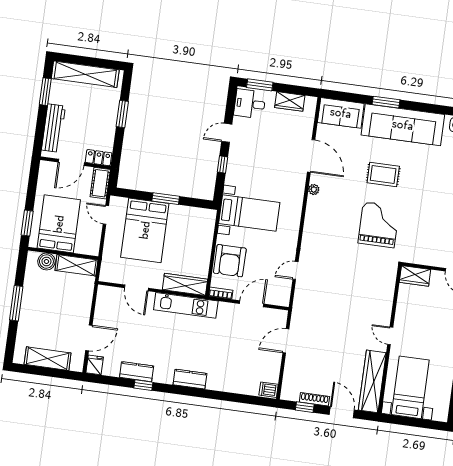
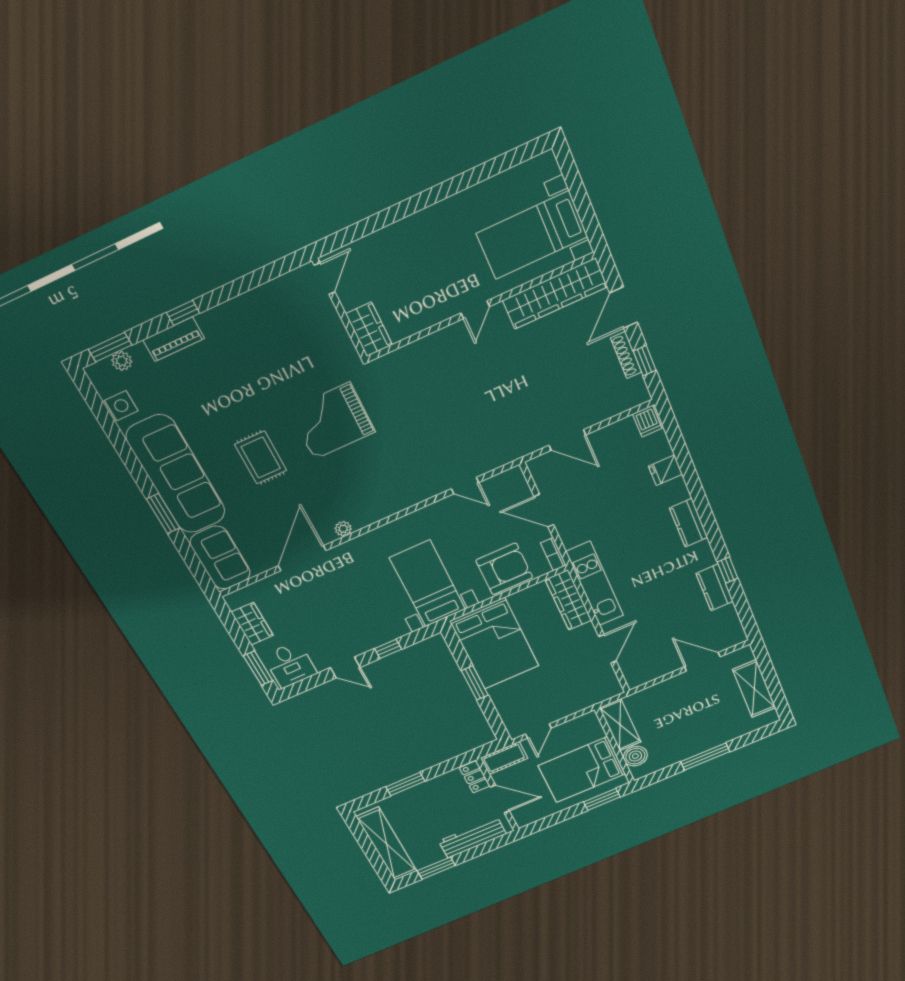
bed: (145, 230) -> (495, 644), moved, turned 90
fridge: (95, 365) -> (665, 470), moved

